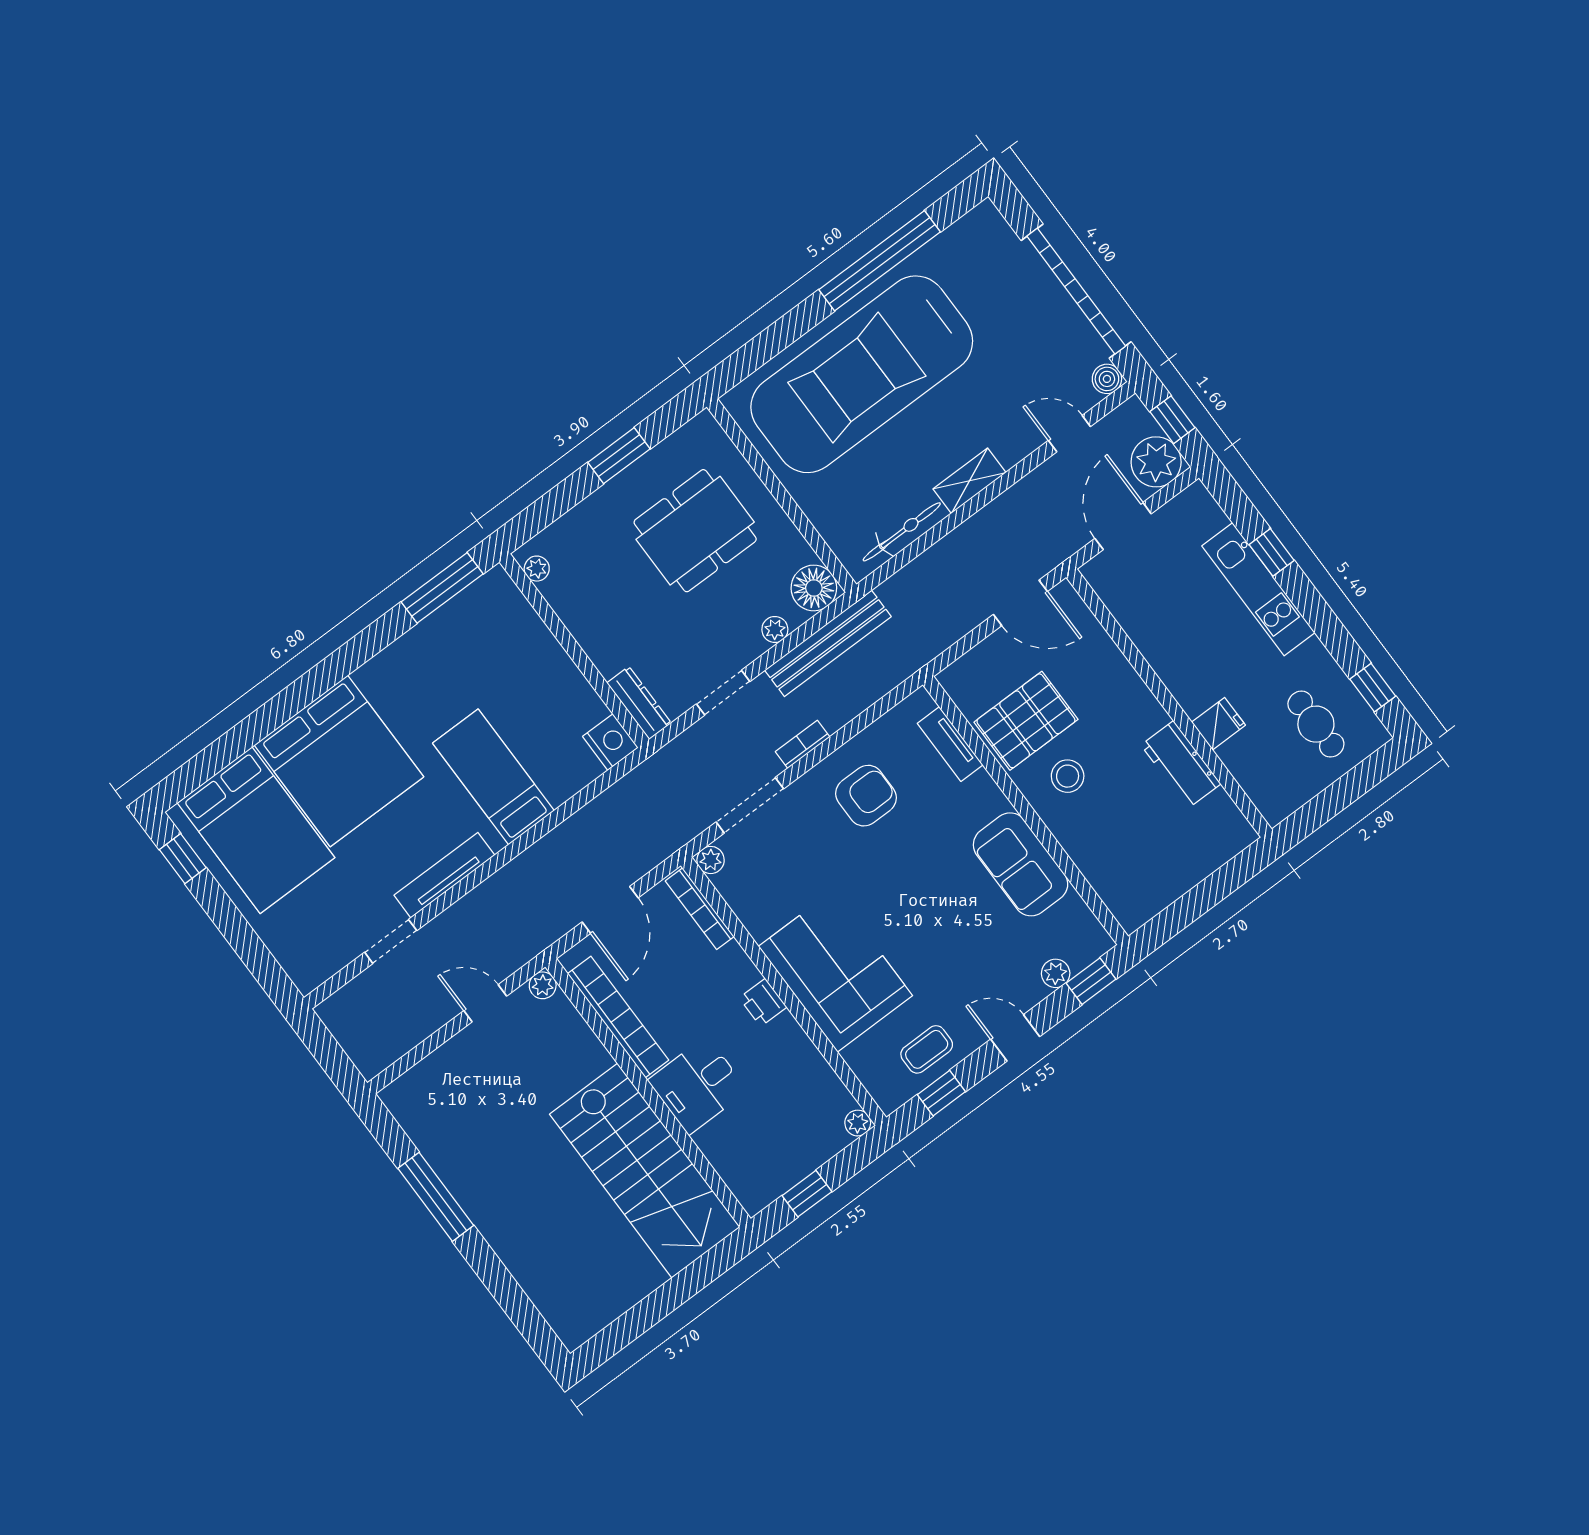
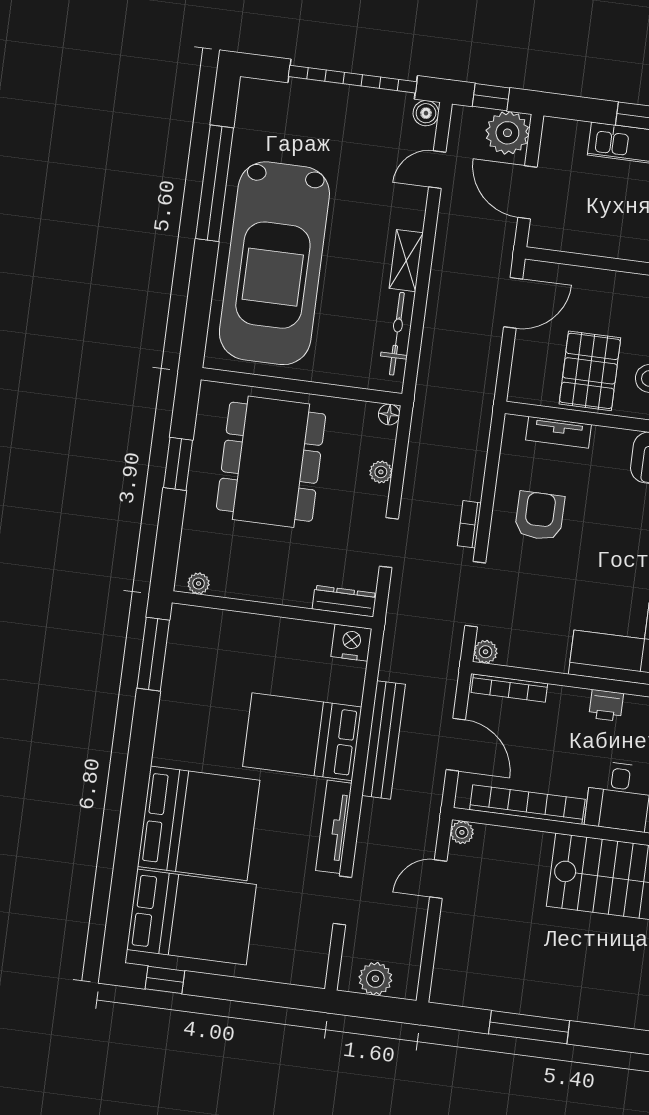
dining table: (695, 531) -> (271, 462), width x1.36, depth x1.24
floor lamp: (814, 588) -> (389, 414), width x0.53, depth x0.53
bench: (828, 643) -> (384, 740), moved
bed: (493, 777) -> (302, 737), width x1.50
plant: (353, 1031) -> (375, 979), added

